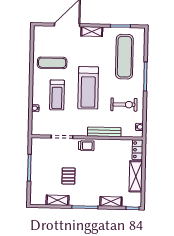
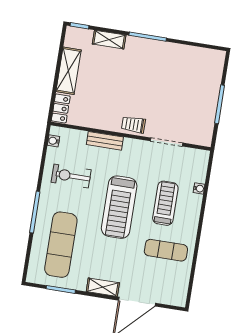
treadmill: (88, 88) -> (119, 207), turned 180
bench: (104, 132) -> (105, 141), width x0.73
pallet: (68, 176) -> (165, 85), removed
shelving: (58, 200) -> (186, 52), removed

